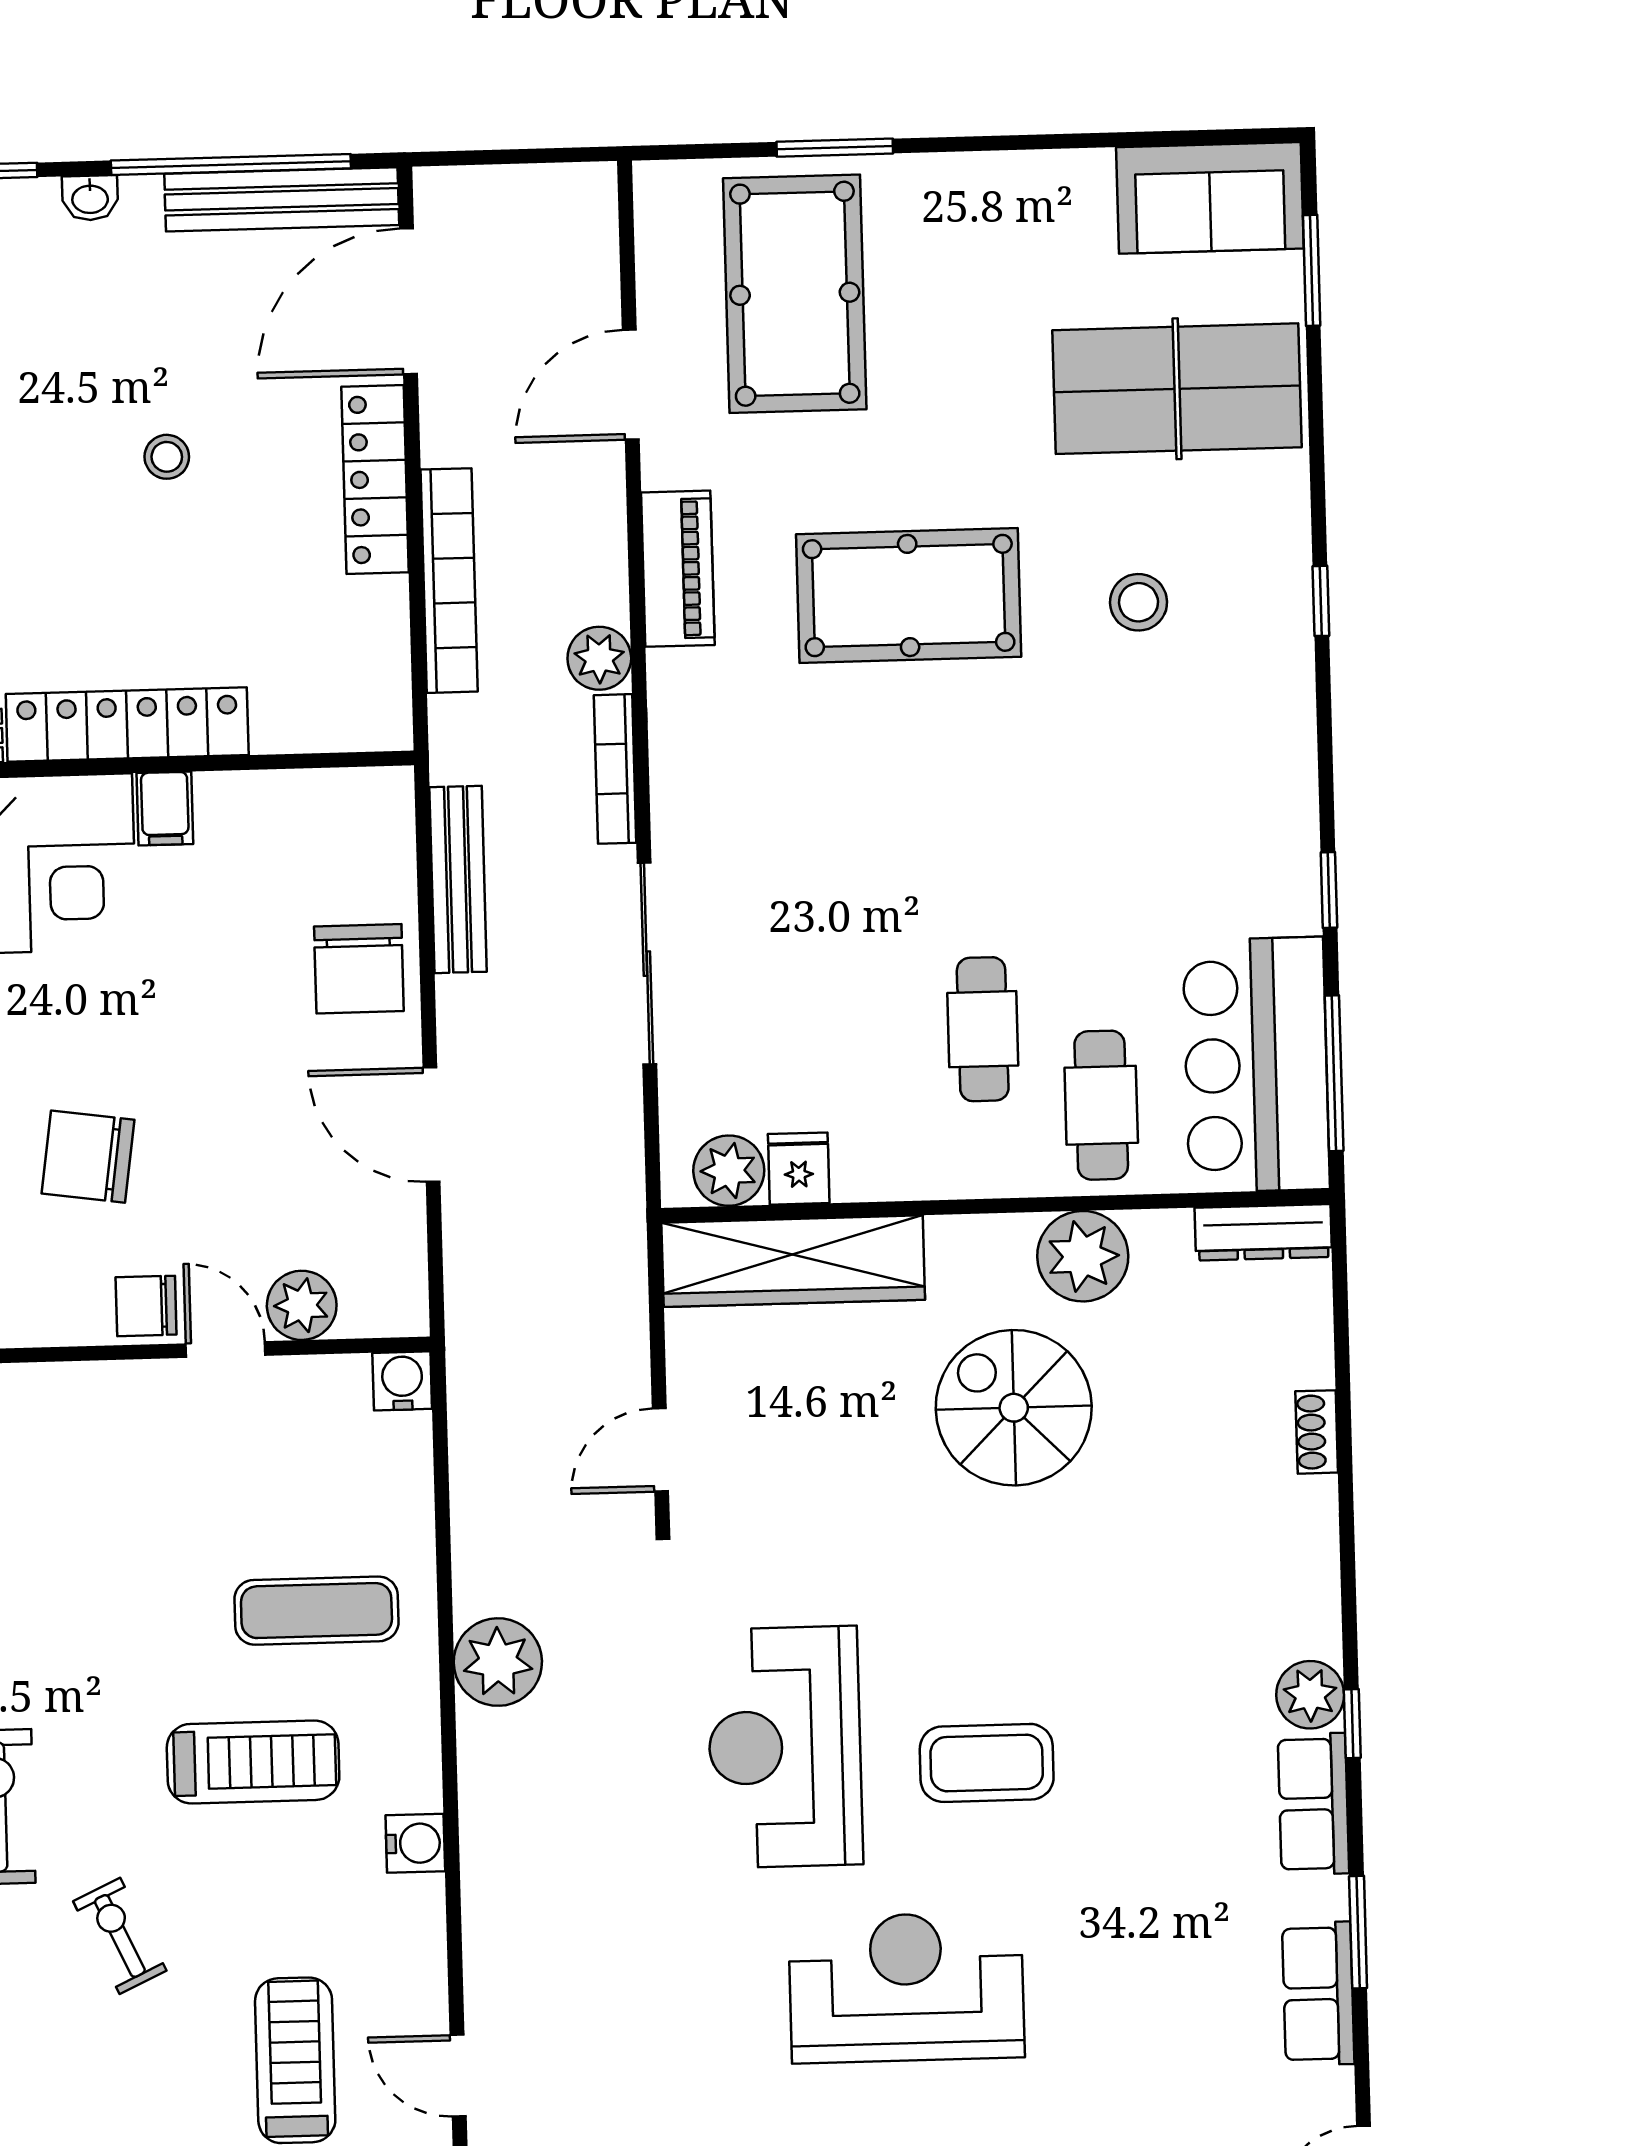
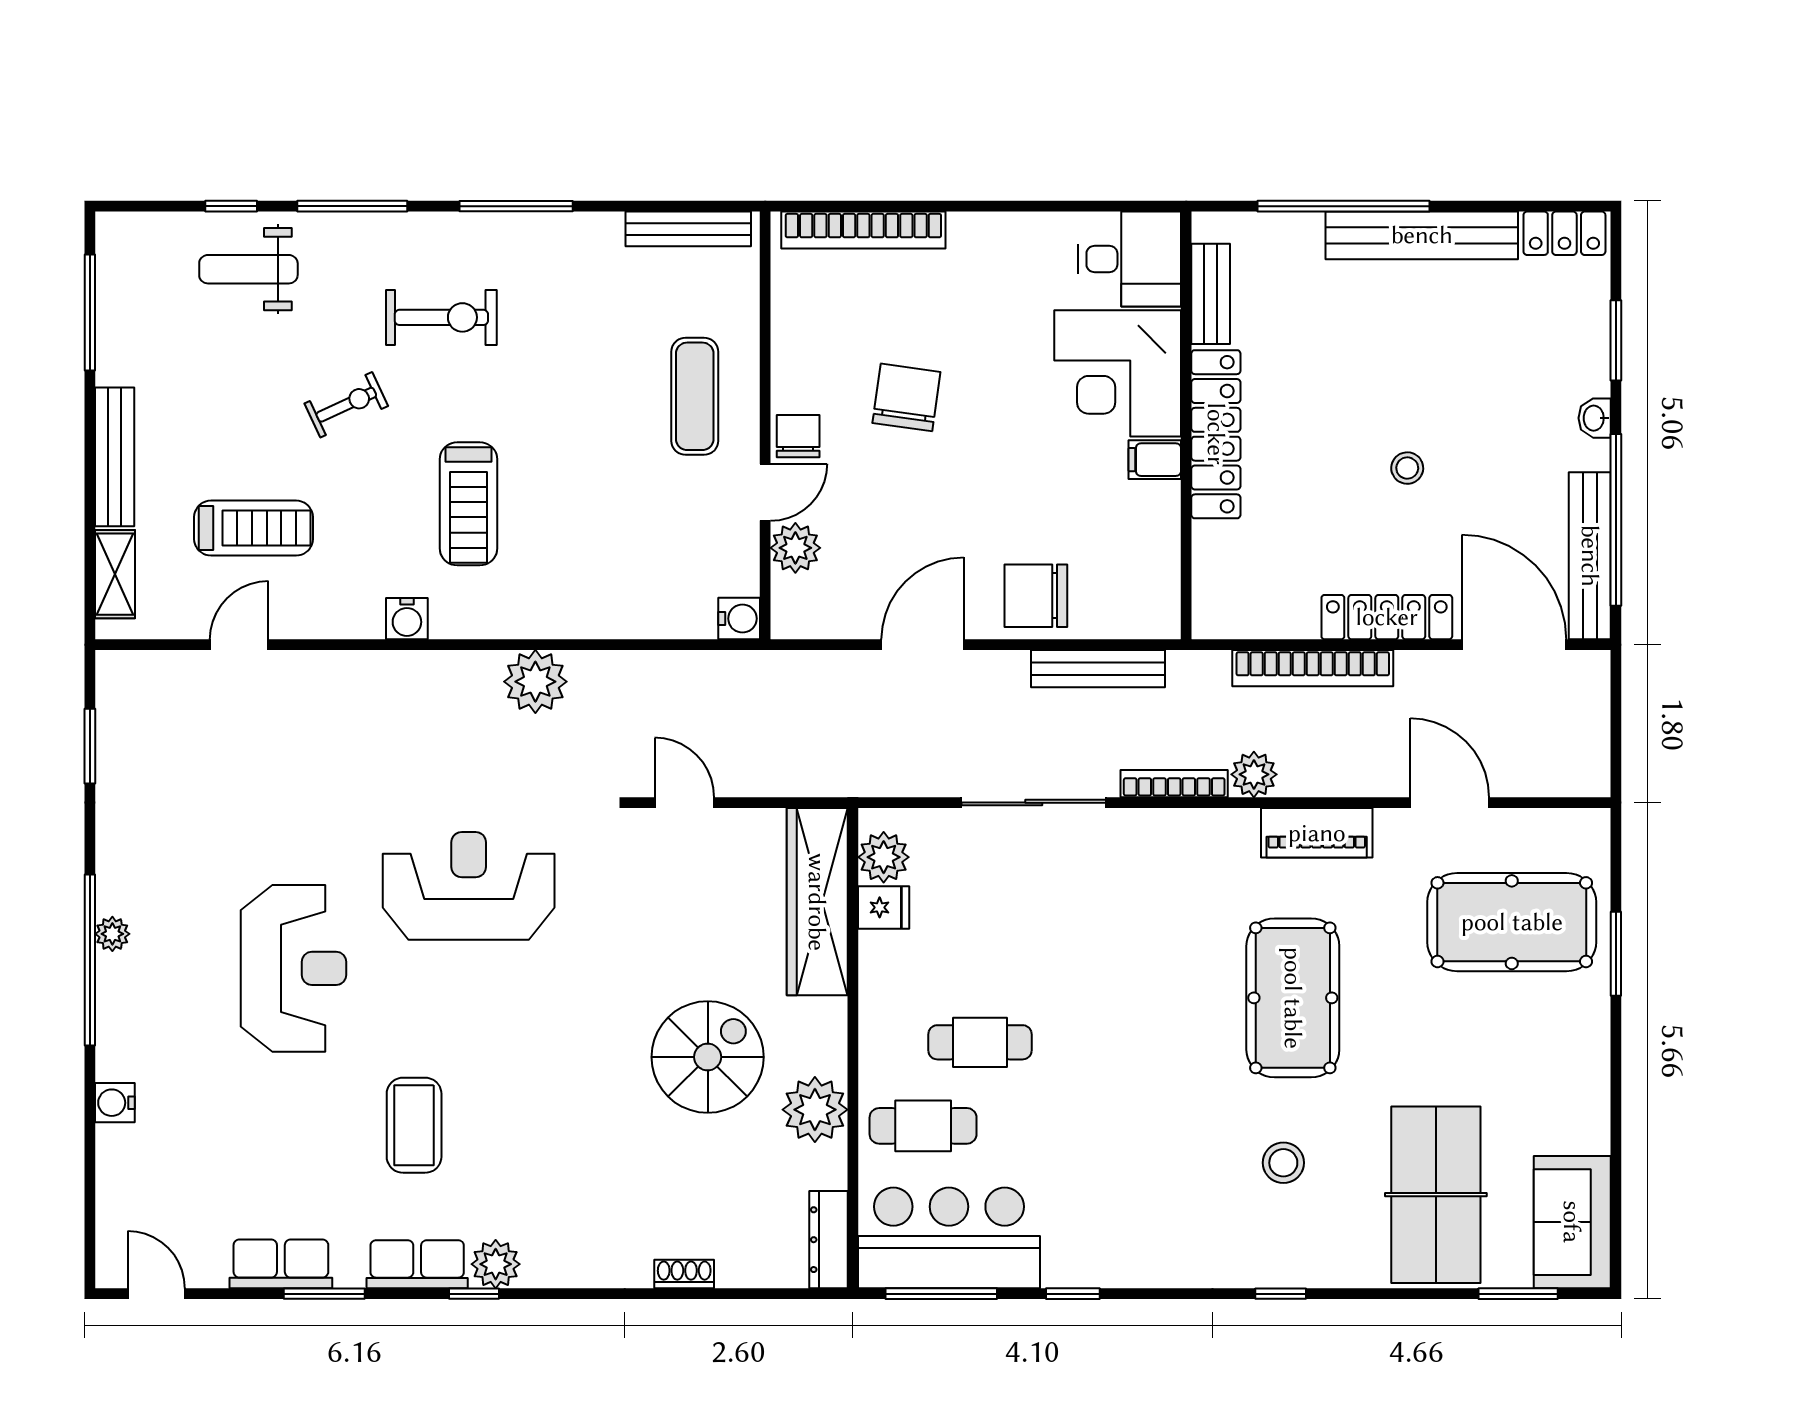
exercise mat: (316, 1611) -> (695, 396), moved
coffee table: (987, 1763) -> (414, 1125), moved

